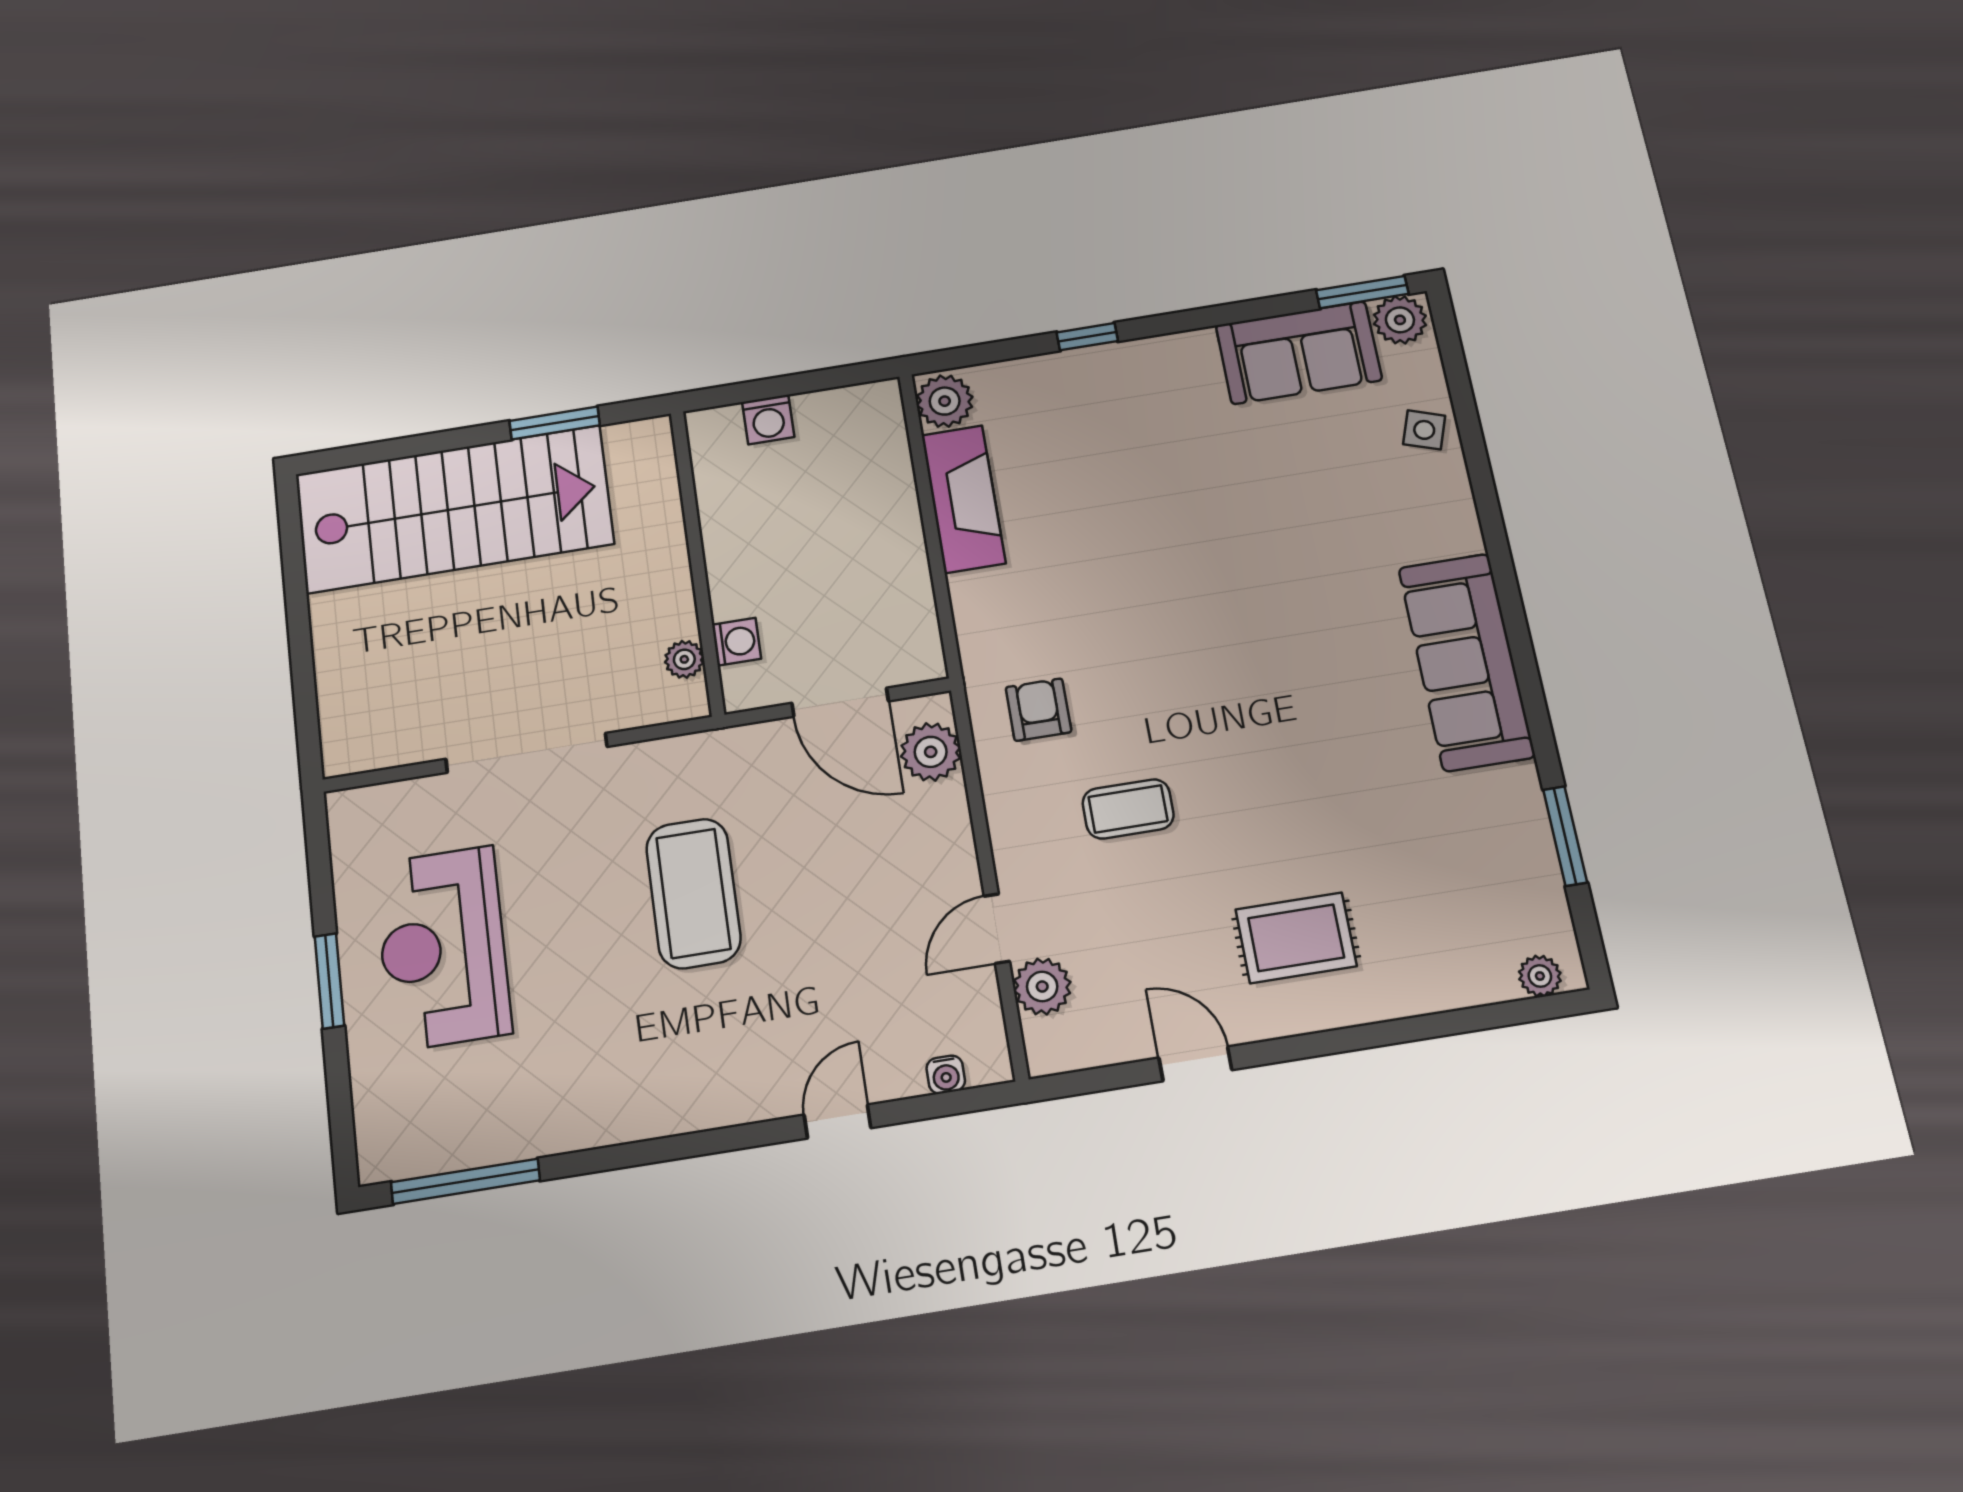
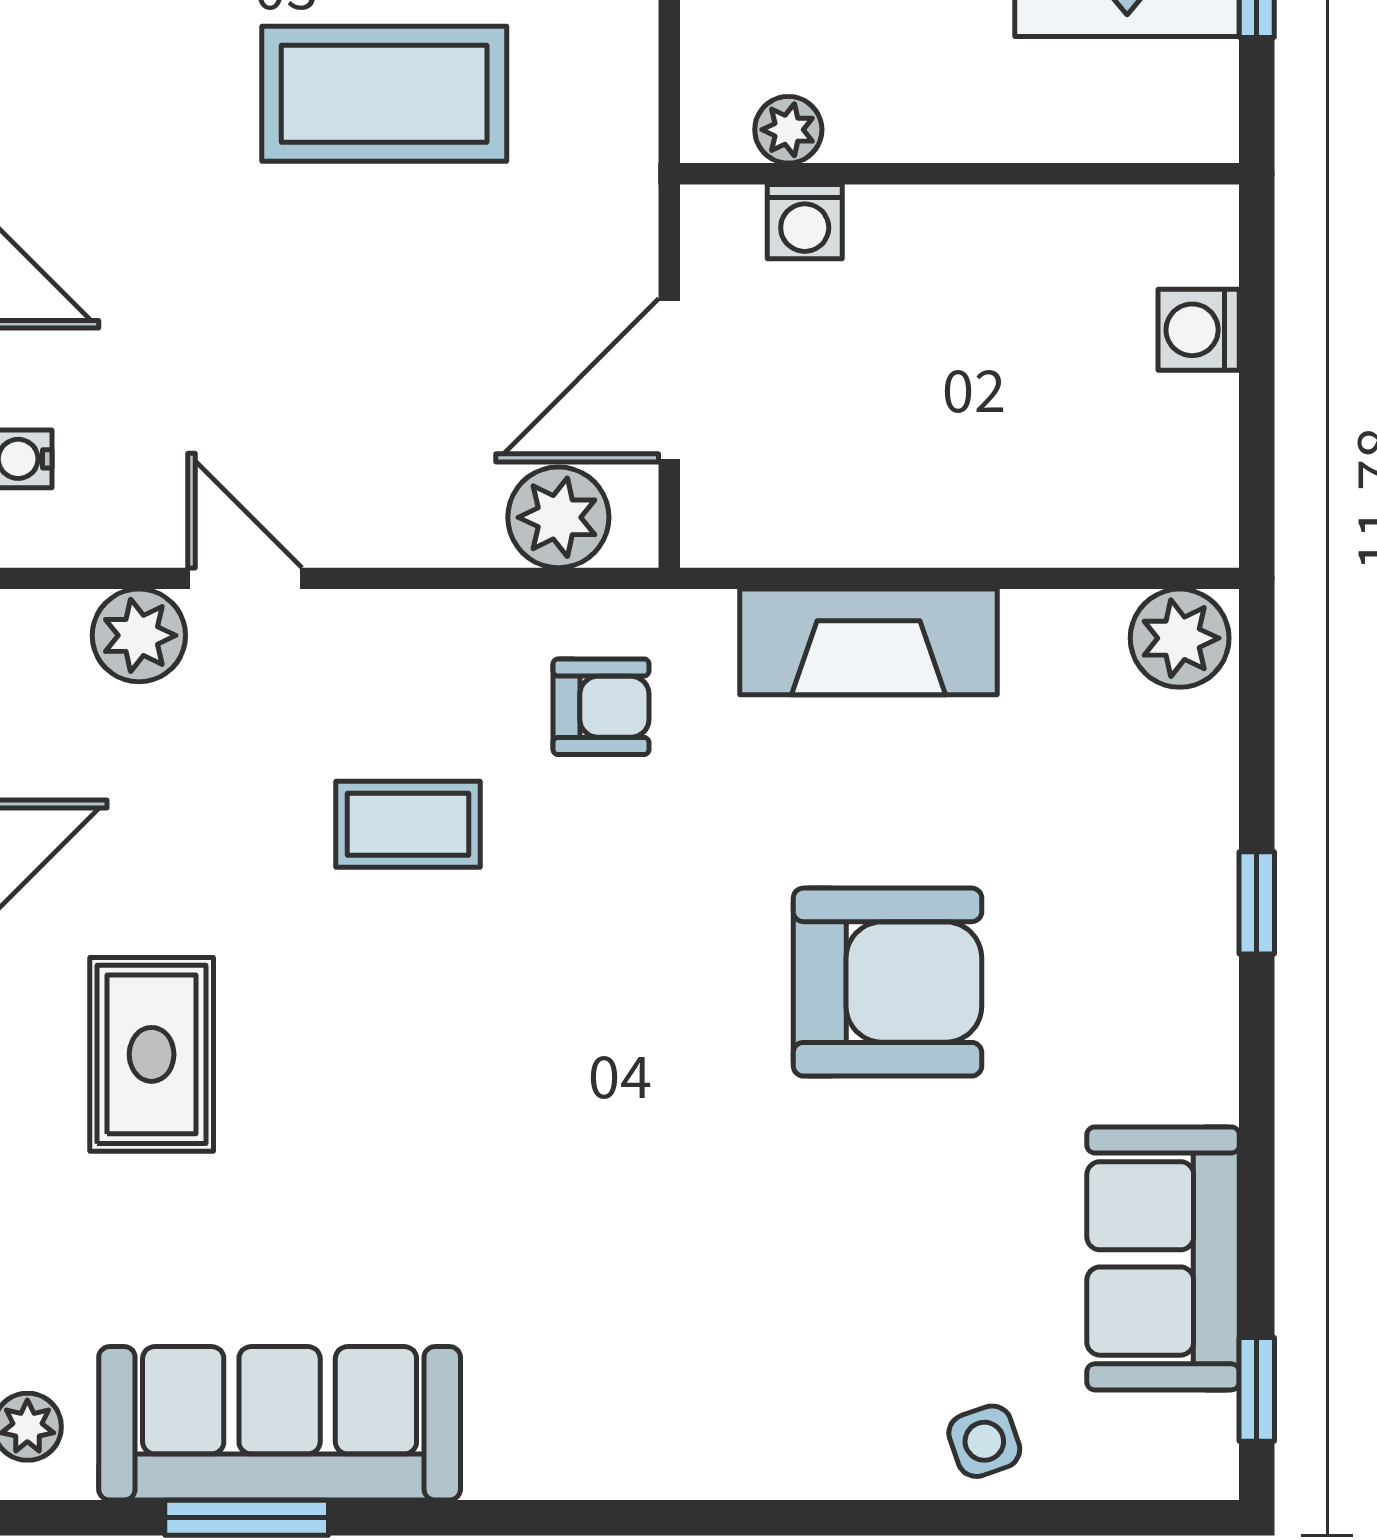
window: (1362, 292) -> (1257, 1389), width x0.67
plant: (1400, 320) -> (1193, 1443), removed
side table: (1424, 430) -> (984, 1441), turned -38
fireplace: (963, 499) -> (869, 642), moved
armchair: (1170, 525) -> (888, 982), added
sofa: (1466, 662) -> (280, 1423), moved
coffee table: (1128, 809) -> (408, 824), turned 90

